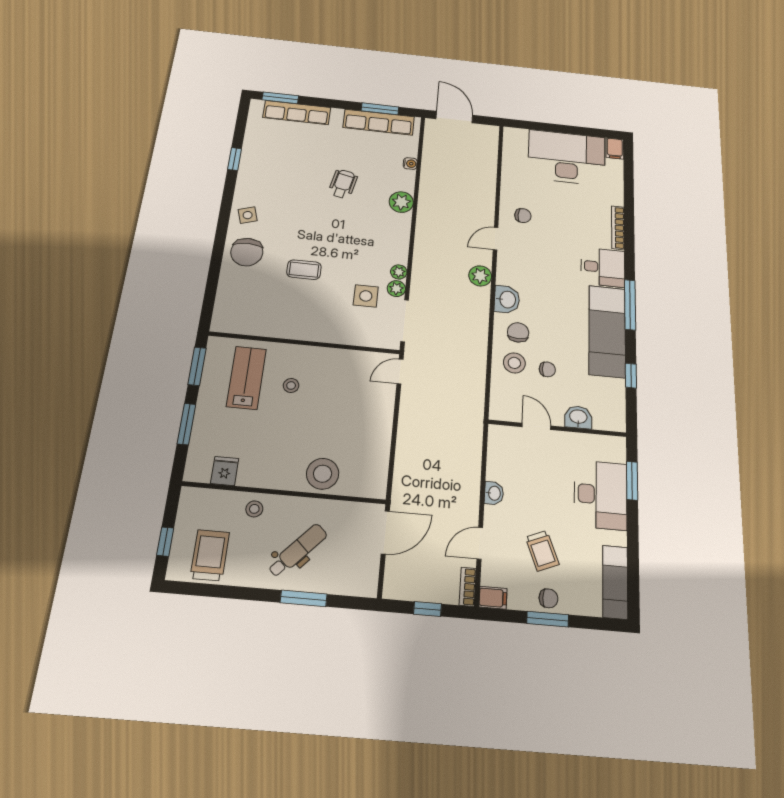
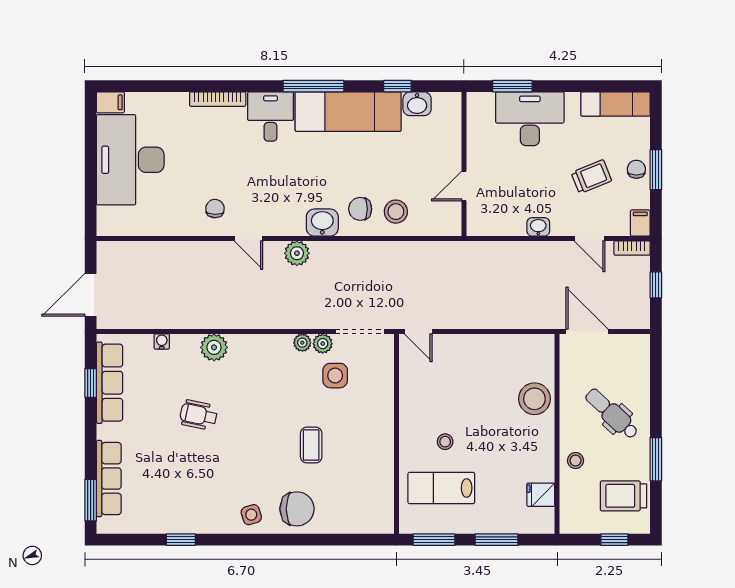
window: (380, 109) -> (91, 383), width x0.67
chair: (547, 369) -> (400, 176), removed
washbasin: (578, 417) -> (417, 104), moved, turned -90
window: (304, 598) -> (656, 459), moved

